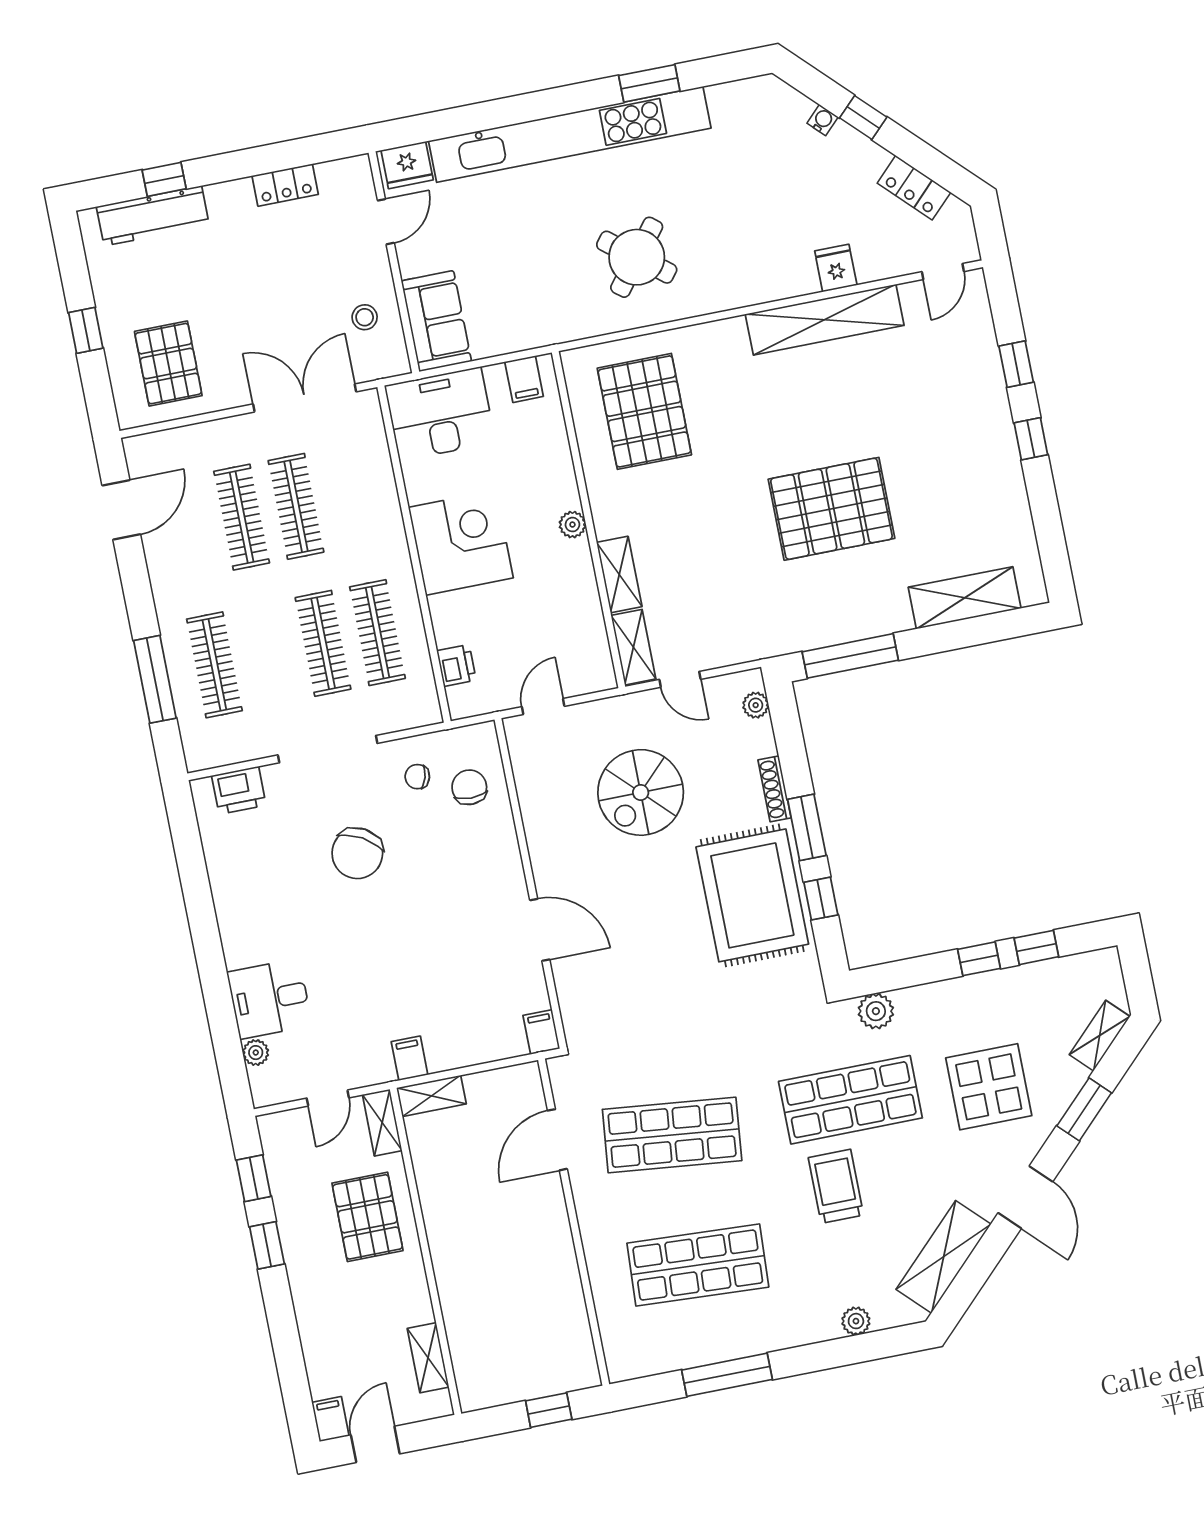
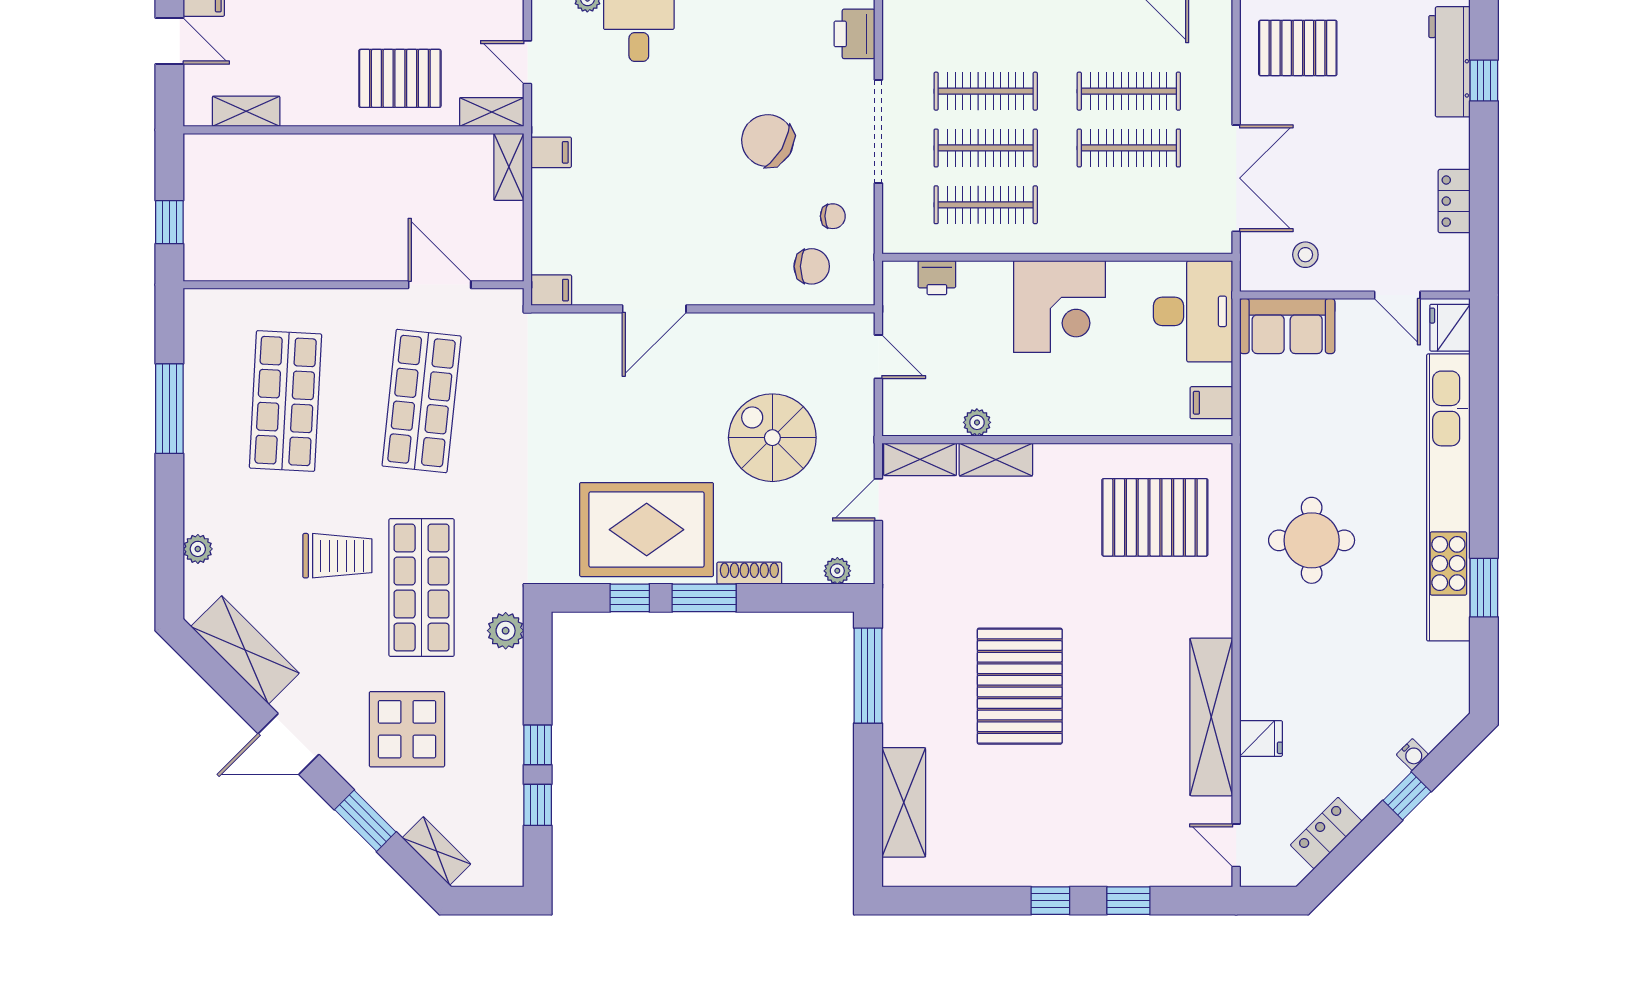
round table: (637, 257) -> (1312, 540), turned -38
plant: (572, 525) -> (977, 422), moved
clothes rail: (214, 665) -> (986, 91), moved
chair: (417, 777) -> (833, 216), turned 74

